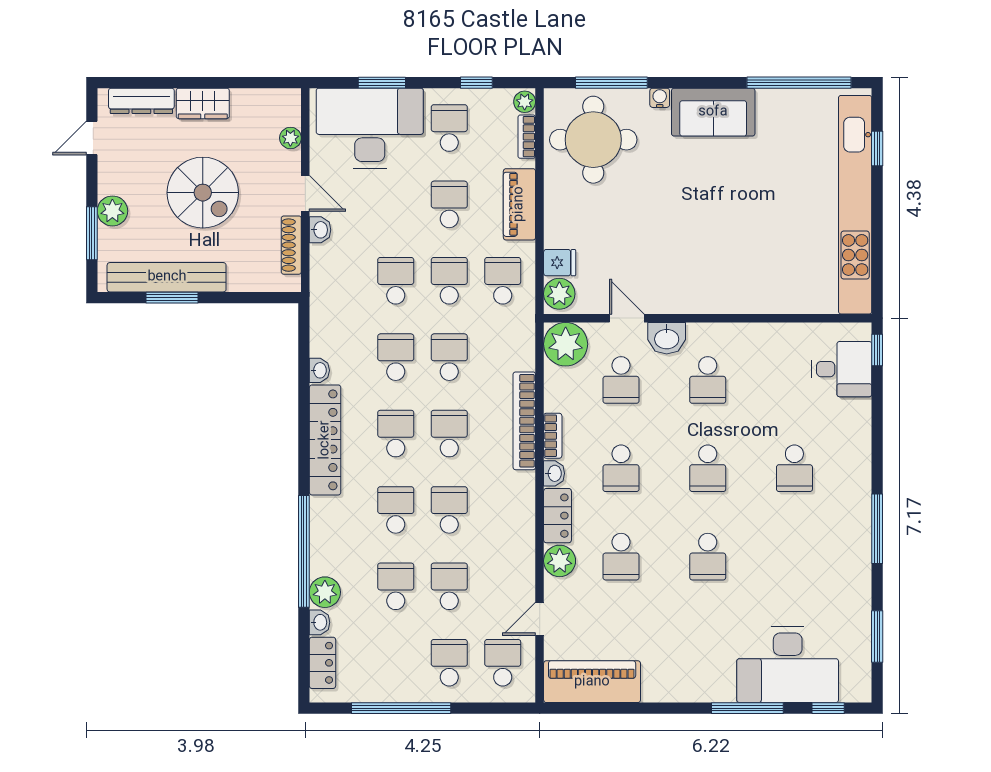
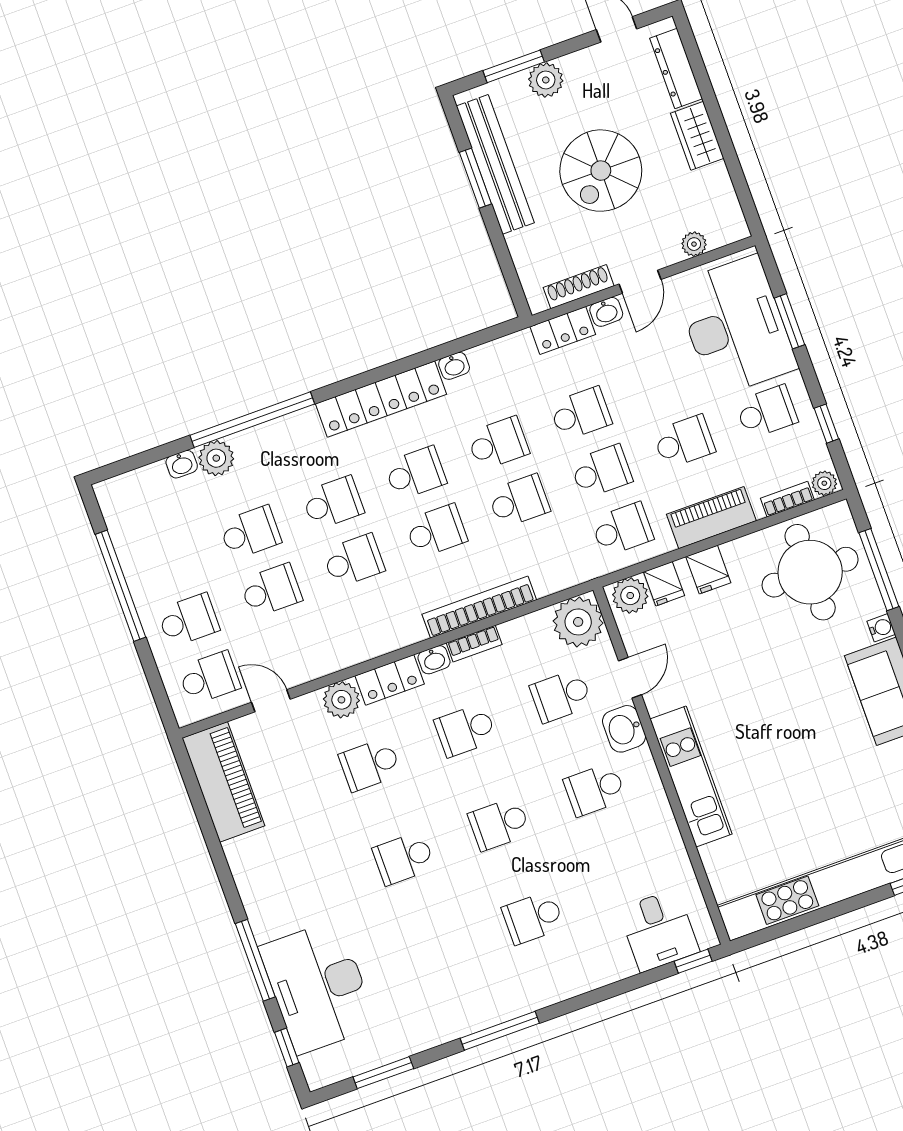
fridge: (561, 222) -> (708, 570), added
kitchen unit: (725, 297) -> (691, 777), added
locker: (323, 663) -> (563, 331), moved

